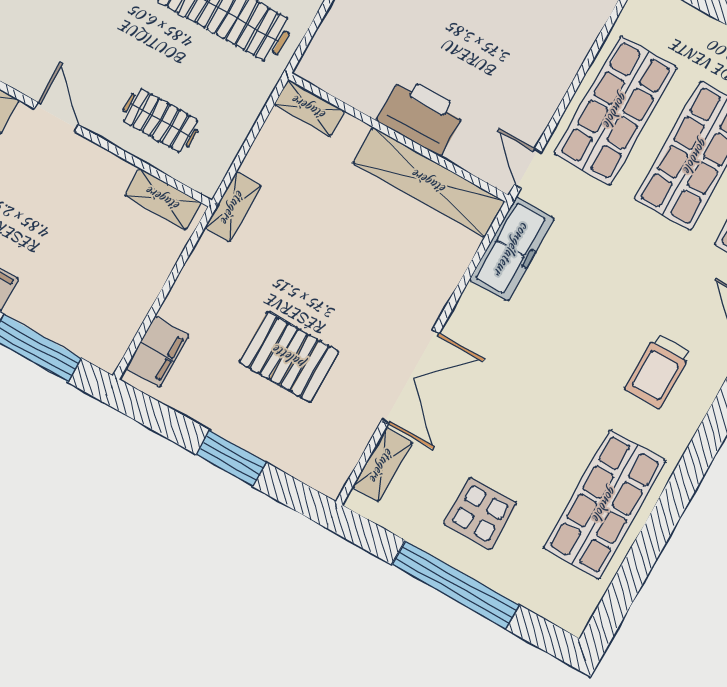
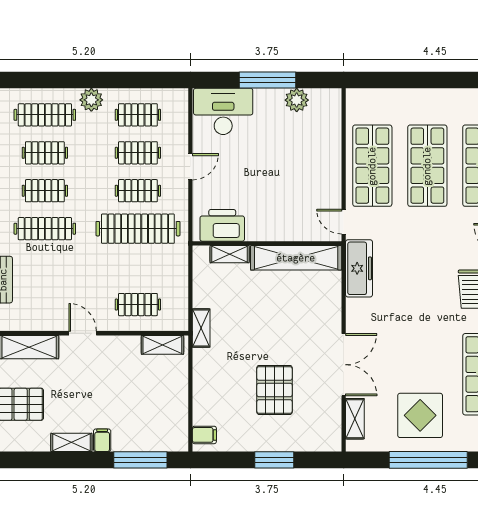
shelving: (309, 108) -> (230, 254), moved
printer: (421, 116) -> (222, 225), moved
filing cabinet: (157, 352) -> (204, 435), width x0.50
pallet: (289, 357) -> (274, 390), turned 90
display table: (480, 513) -> (420, 415), width x1.36, depth x1.36

